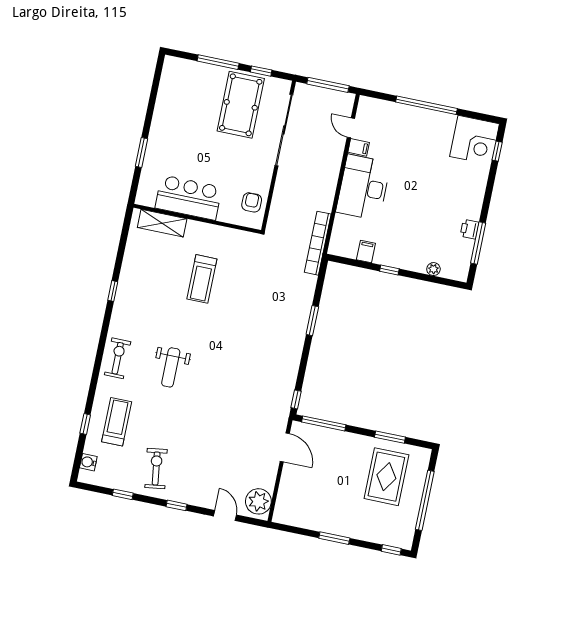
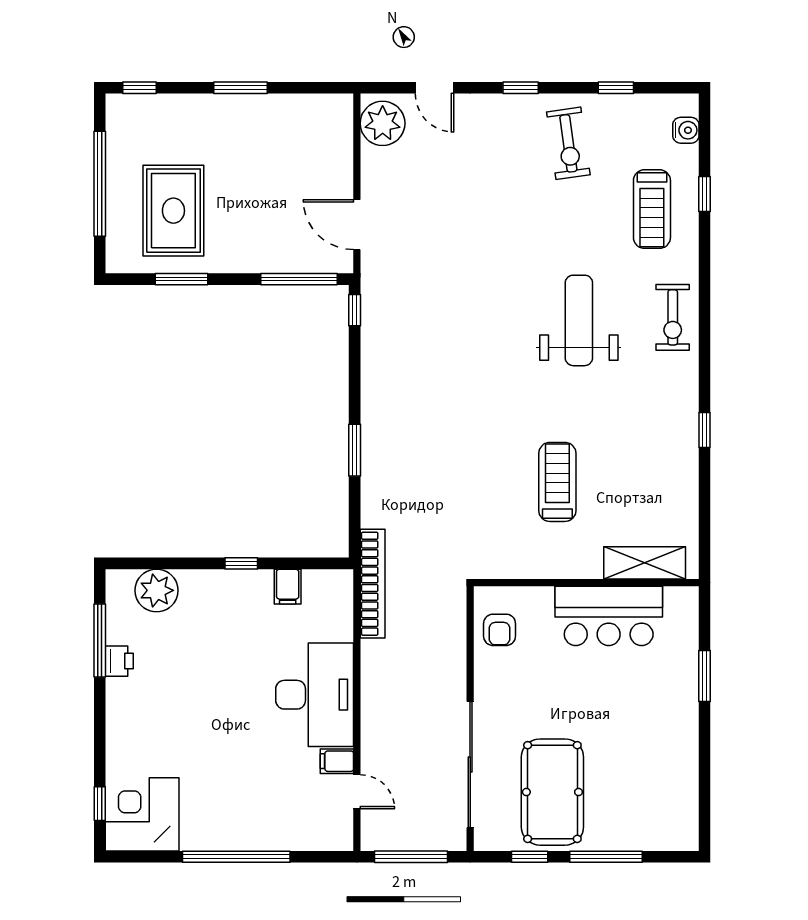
plant: (433, 269) -> (157, 590), width x1.87, depth x1.87
weight bench: (171, 367) -> (579, 320), width x1.36, depth x1.33

